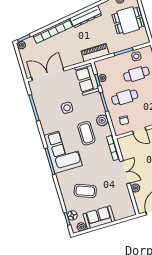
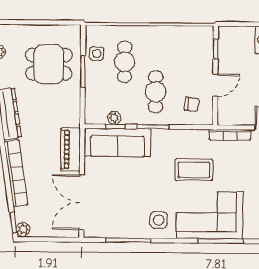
dining table: (128, 20) -> (49, 64), moved, turned 90
piano: (95, 53) -> (70, 149), moved
sofa: (87, 79) -> (117, 143), width x1.36
side table: (67, 108) -> (159, 220), moved
plant: (102, 120) -> (181, 139), removed

